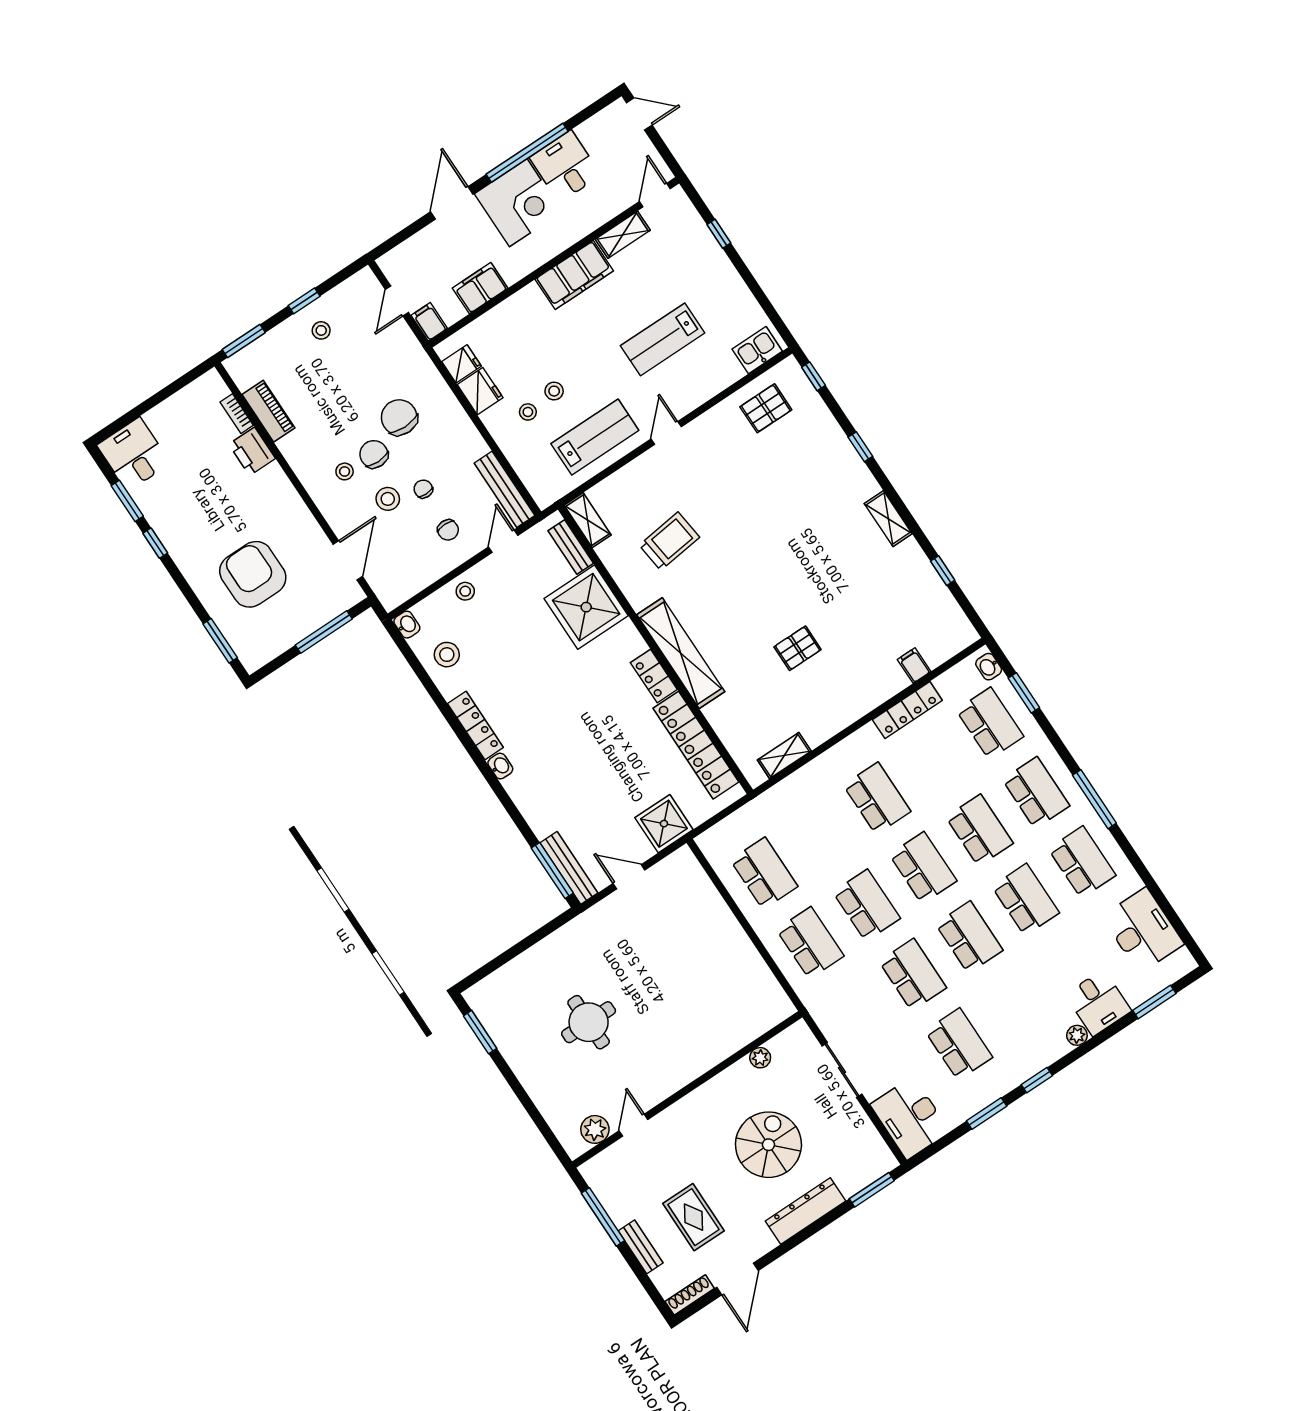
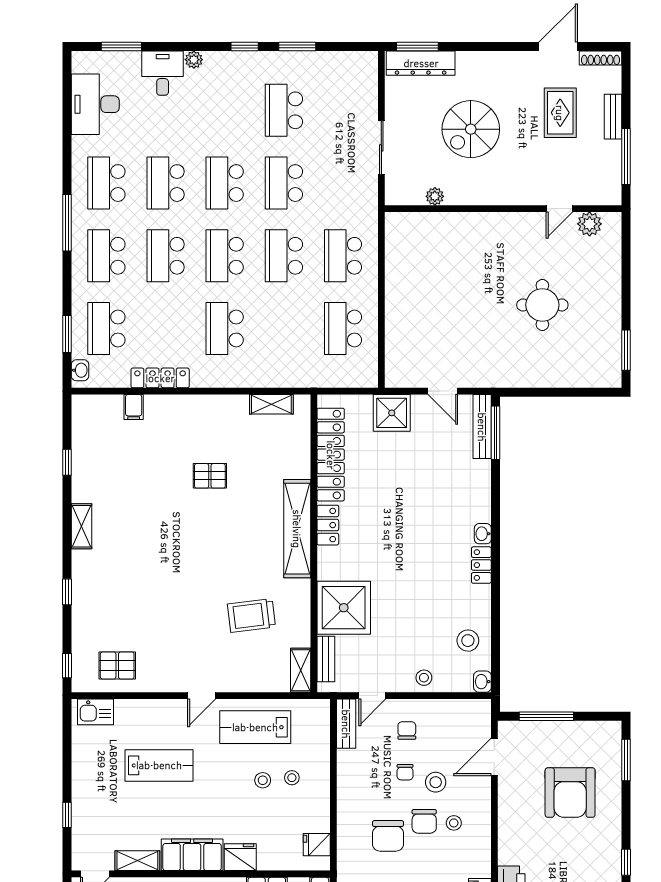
fridge: (480, 391) -> (240, 857), moved, turned 90
bench: (505, 489) -> (346, 724), width x0.73
locker: (475, 726) -> (481, 565), width x0.66
desk: (910, 1118) -> (355, 80), removed
dresser: (805, 1211) -> (421, 63), moved

